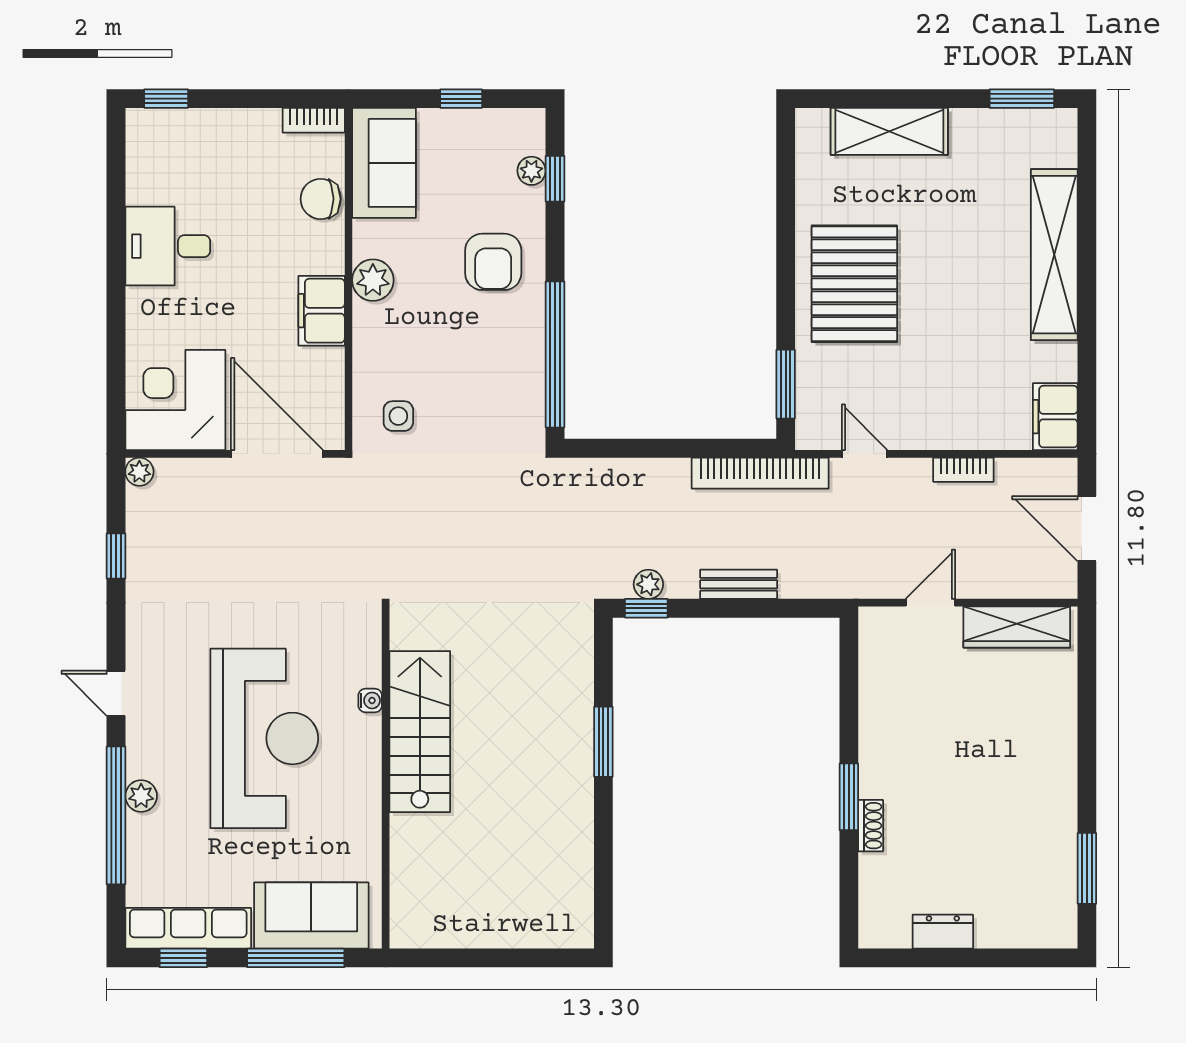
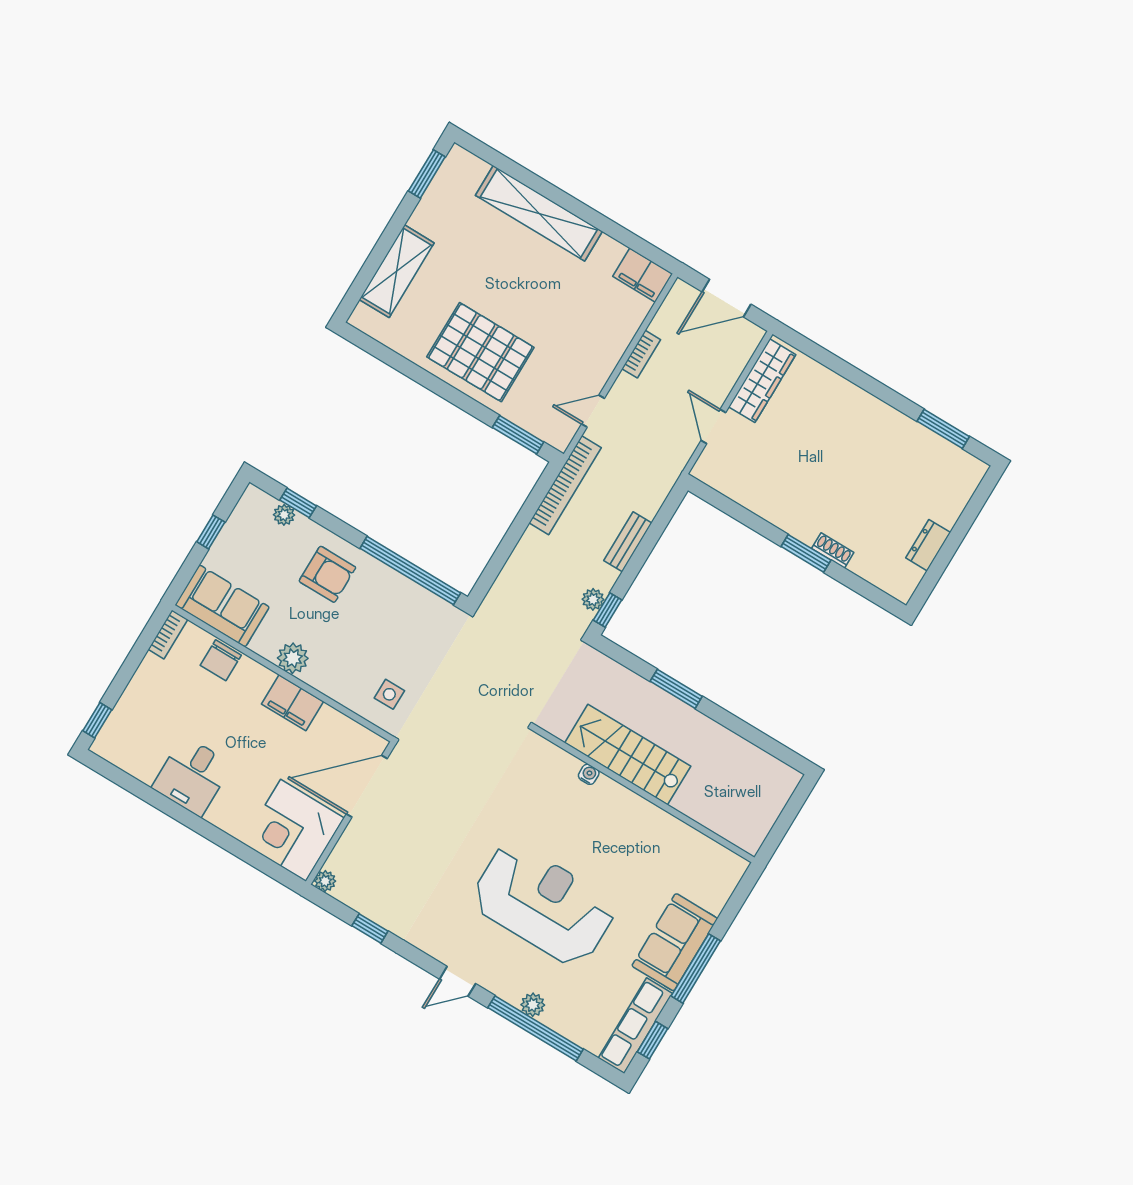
water cooler: (370, 700) -> (589, 774), moved
stairs: (420, 732) -> (628, 755), moved
wall: (386, 778) -> (644, 794), moved

